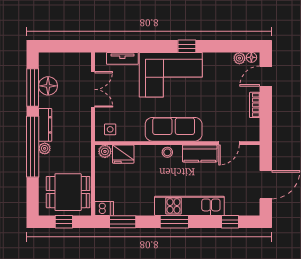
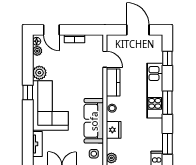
plant: (212, 61) -> (39, 73), added
sofa: (174, 129) -> (94, 121), moved
fridge: (123, 154) -> (114, 130), moved

